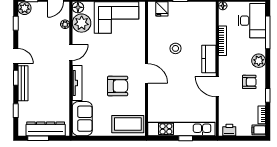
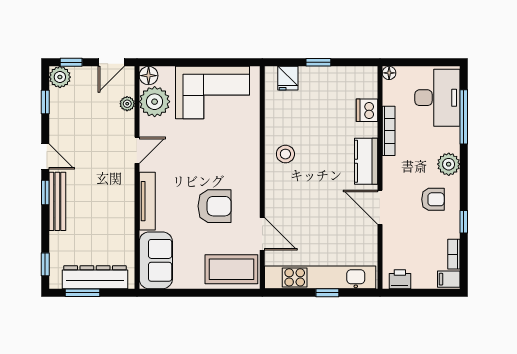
dishwasher: (210, 28) -> (367, 110), added
stool: (175, 48) -> (285, 154), moved
door: (146, 73) -> (262, 234), moved
window: (16, 111) -> (45, 264), moved

